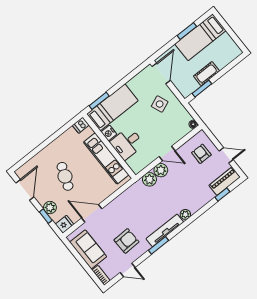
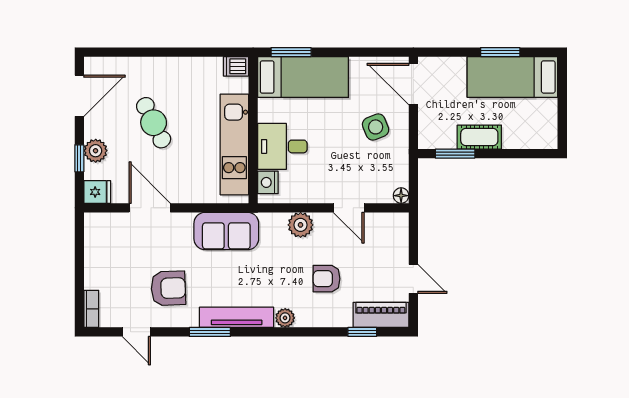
door: (161, 73) -> (413, 84), swing flipped
nightstand: (109, 133) -> (268, 182), moved
door: (167, 154) -> (349, 208), moved
armchair: (201, 154) -> (327, 279), moved, turned -90
cafe table: (65, 176) -> (154, 123), turned -47
plant: (149, 179) -> (273, 225), removed
sofa: (88, 249) -> (226, 231), moved, turned 90

